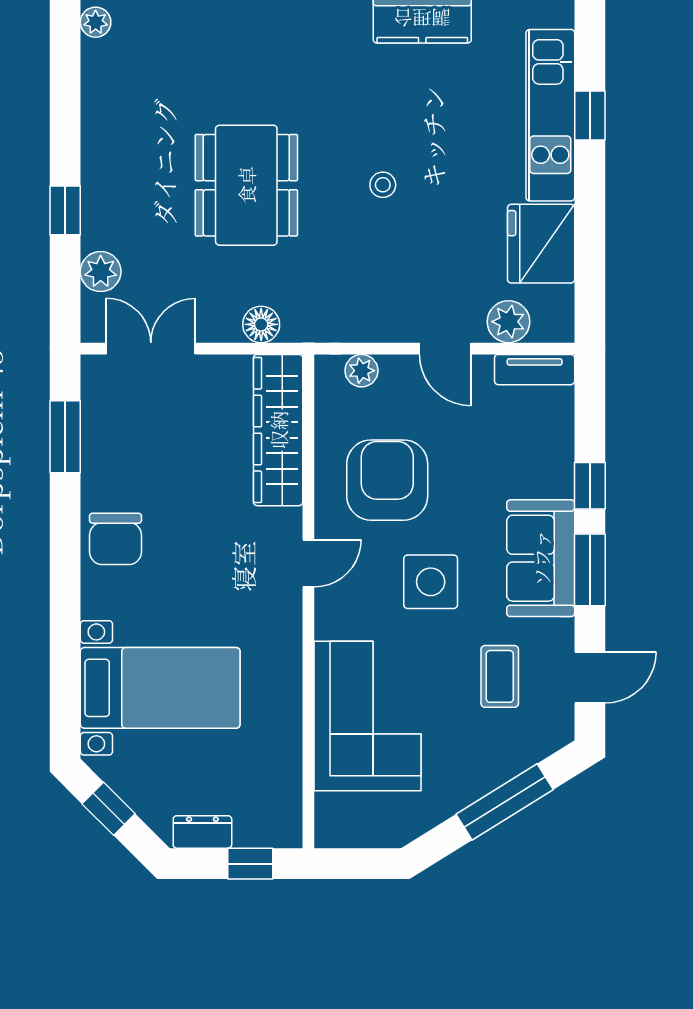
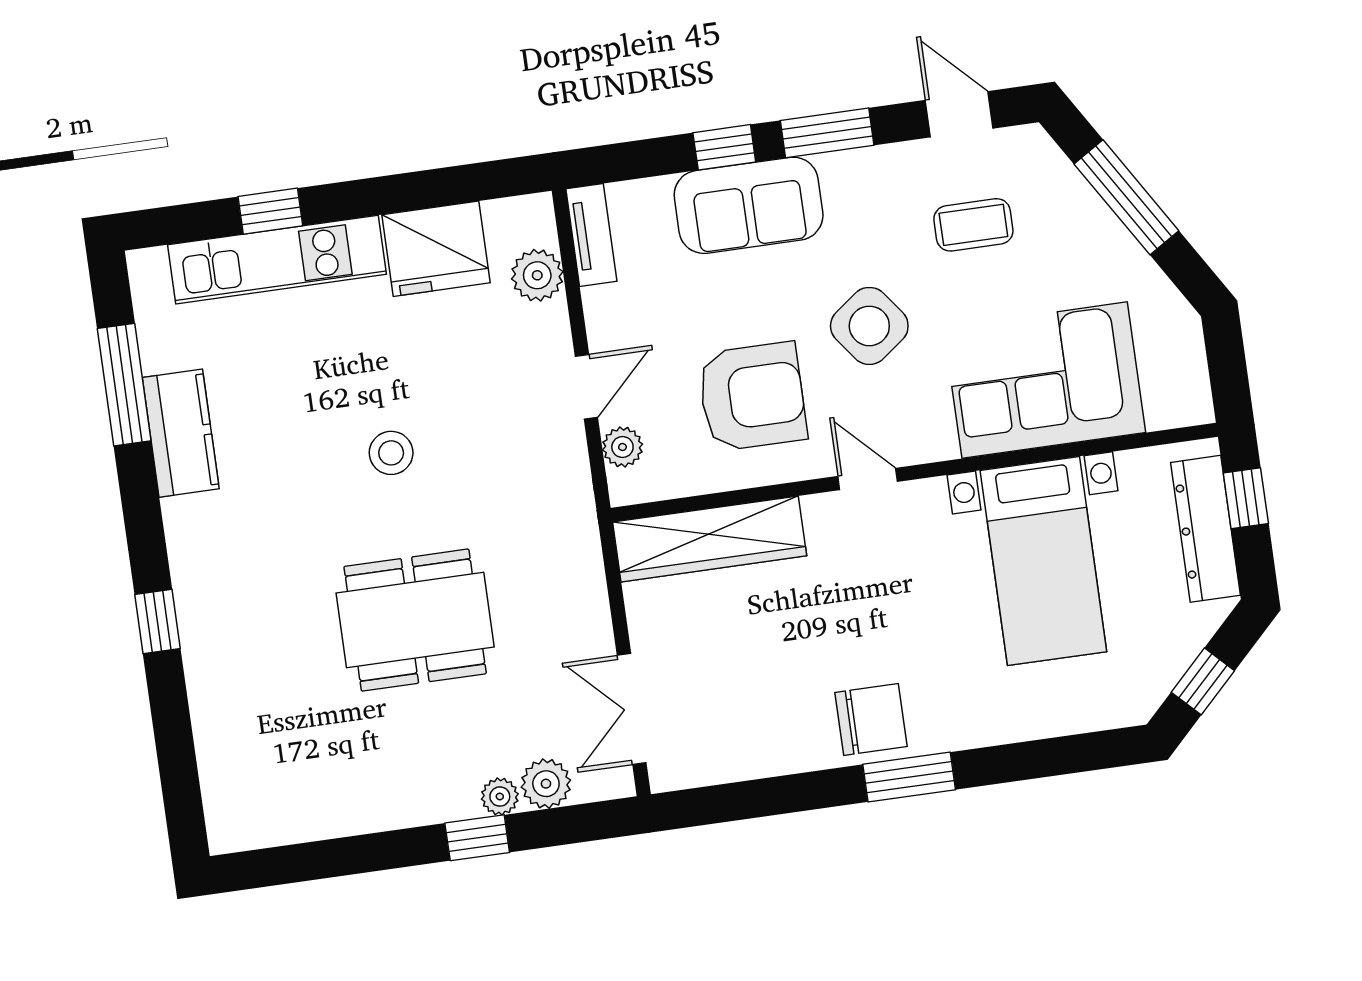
plant: (96, 22) -> (500, 797), moved
stool: (383, 185) -> (391, 453), width x1.37, depth x1.37
floor lamp: (261, 324) -> (583, 578), removed
door: (445, 349) -> (586, 387), moved
window: (65, 437) -> (909, 777), moved
armchair: (387, 480) -> (752, 397), turned 180
sofa: (541, 558) -> (749, 205), moved
side table: (431, 582) -> (869, 326), turned -37
bed with nightstands: (160, 688) -> (1043, 561), moved, turned 180
dresser: (202, 832) -> (1205, 529), width x1.96, depth x1.24

